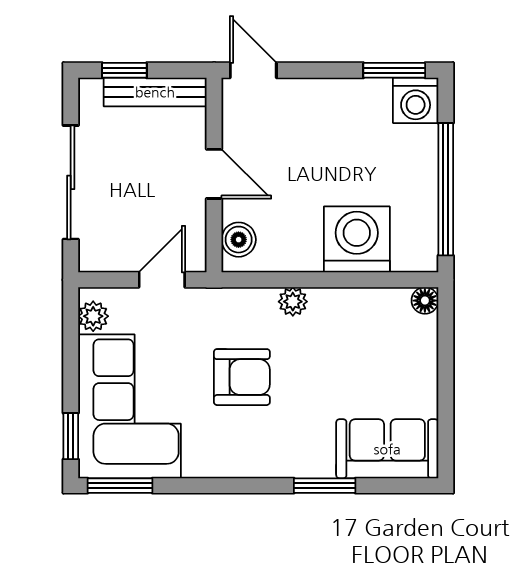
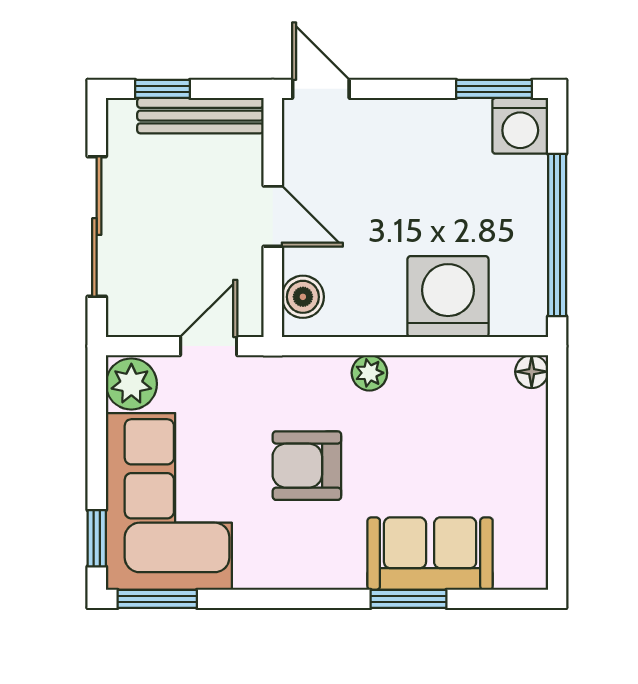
plant: (93, 316) -> (131, 384), width x1.38, depth x1.38
armchair: (242, 377) -> (307, 466), turned 180
sofa: (387, 449) -> (430, 554), moved

